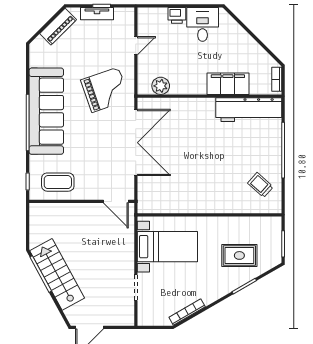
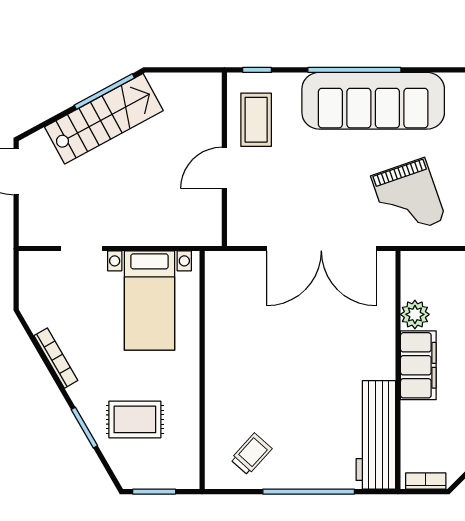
filing cabinet: (228, 84) -> (418, 365), moved
plant: (161, 86) -> (415, 314), moved
door: (116, 201) -> (224, 168), moved
rug: (239, 255) -> (135, 419), turned 90
bookcase: (187, 312) -> (56, 358), moved

